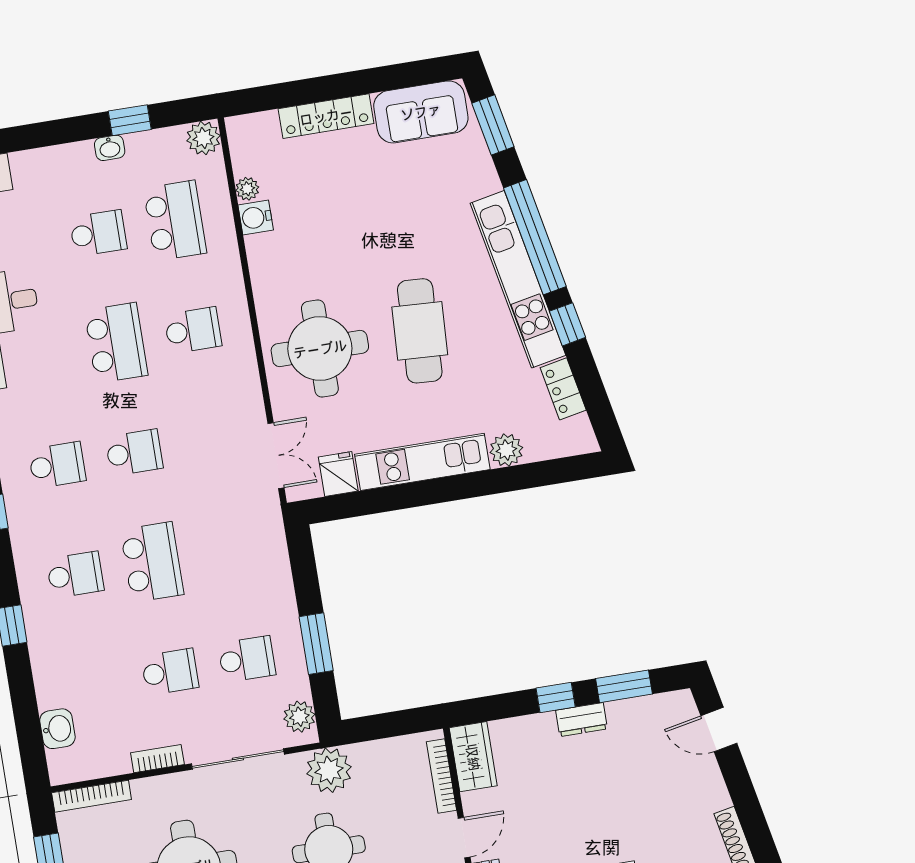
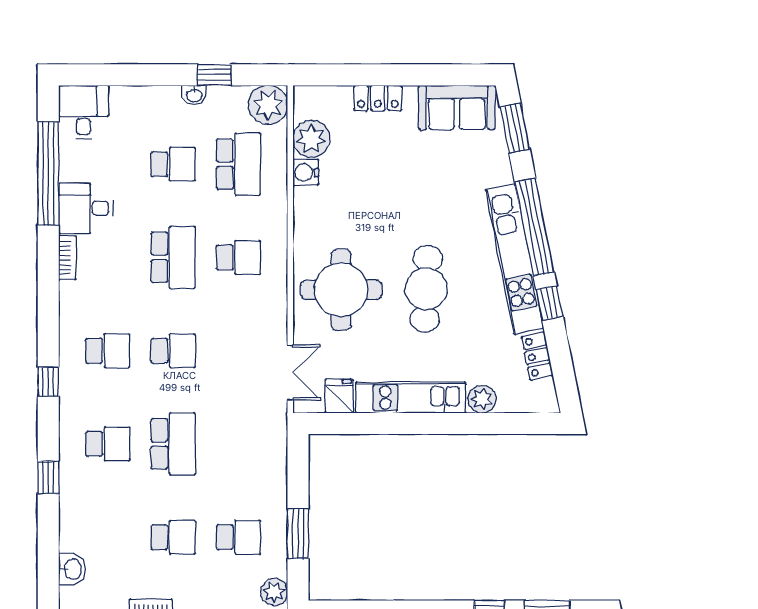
locker: (326, 116) -> (378, 98), width x0.66
plant: (203, 138) -> (268, 105), width x1.36, depth x1.36
plant: (247, 189) -> (311, 139), width x1.88, depth x1.88

